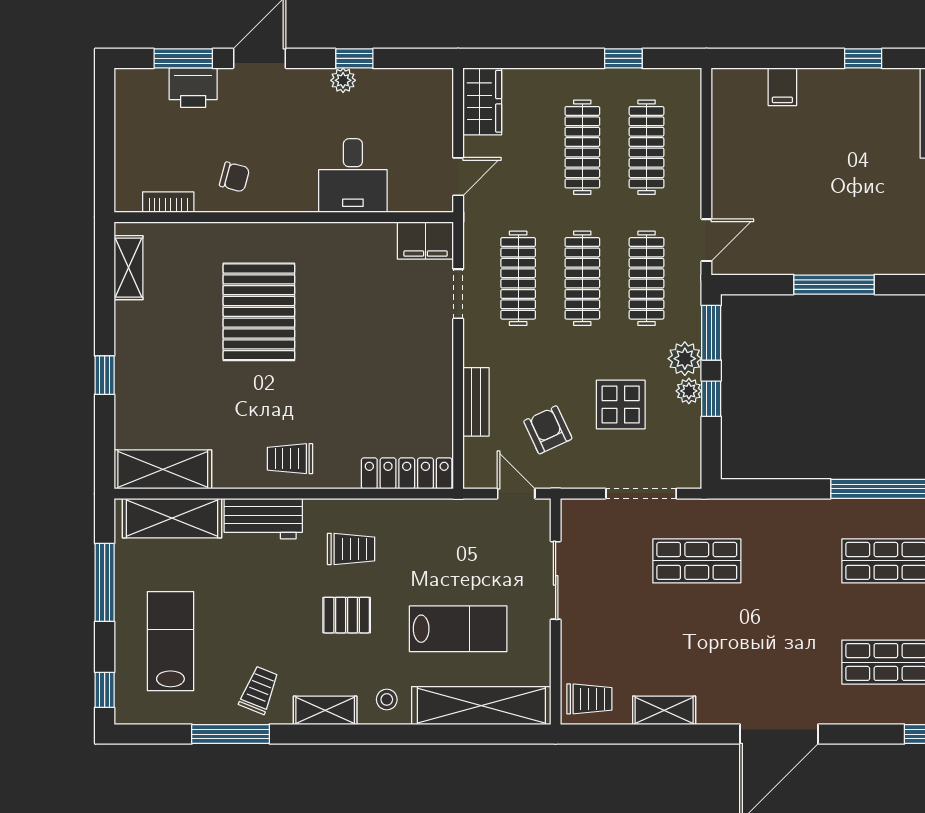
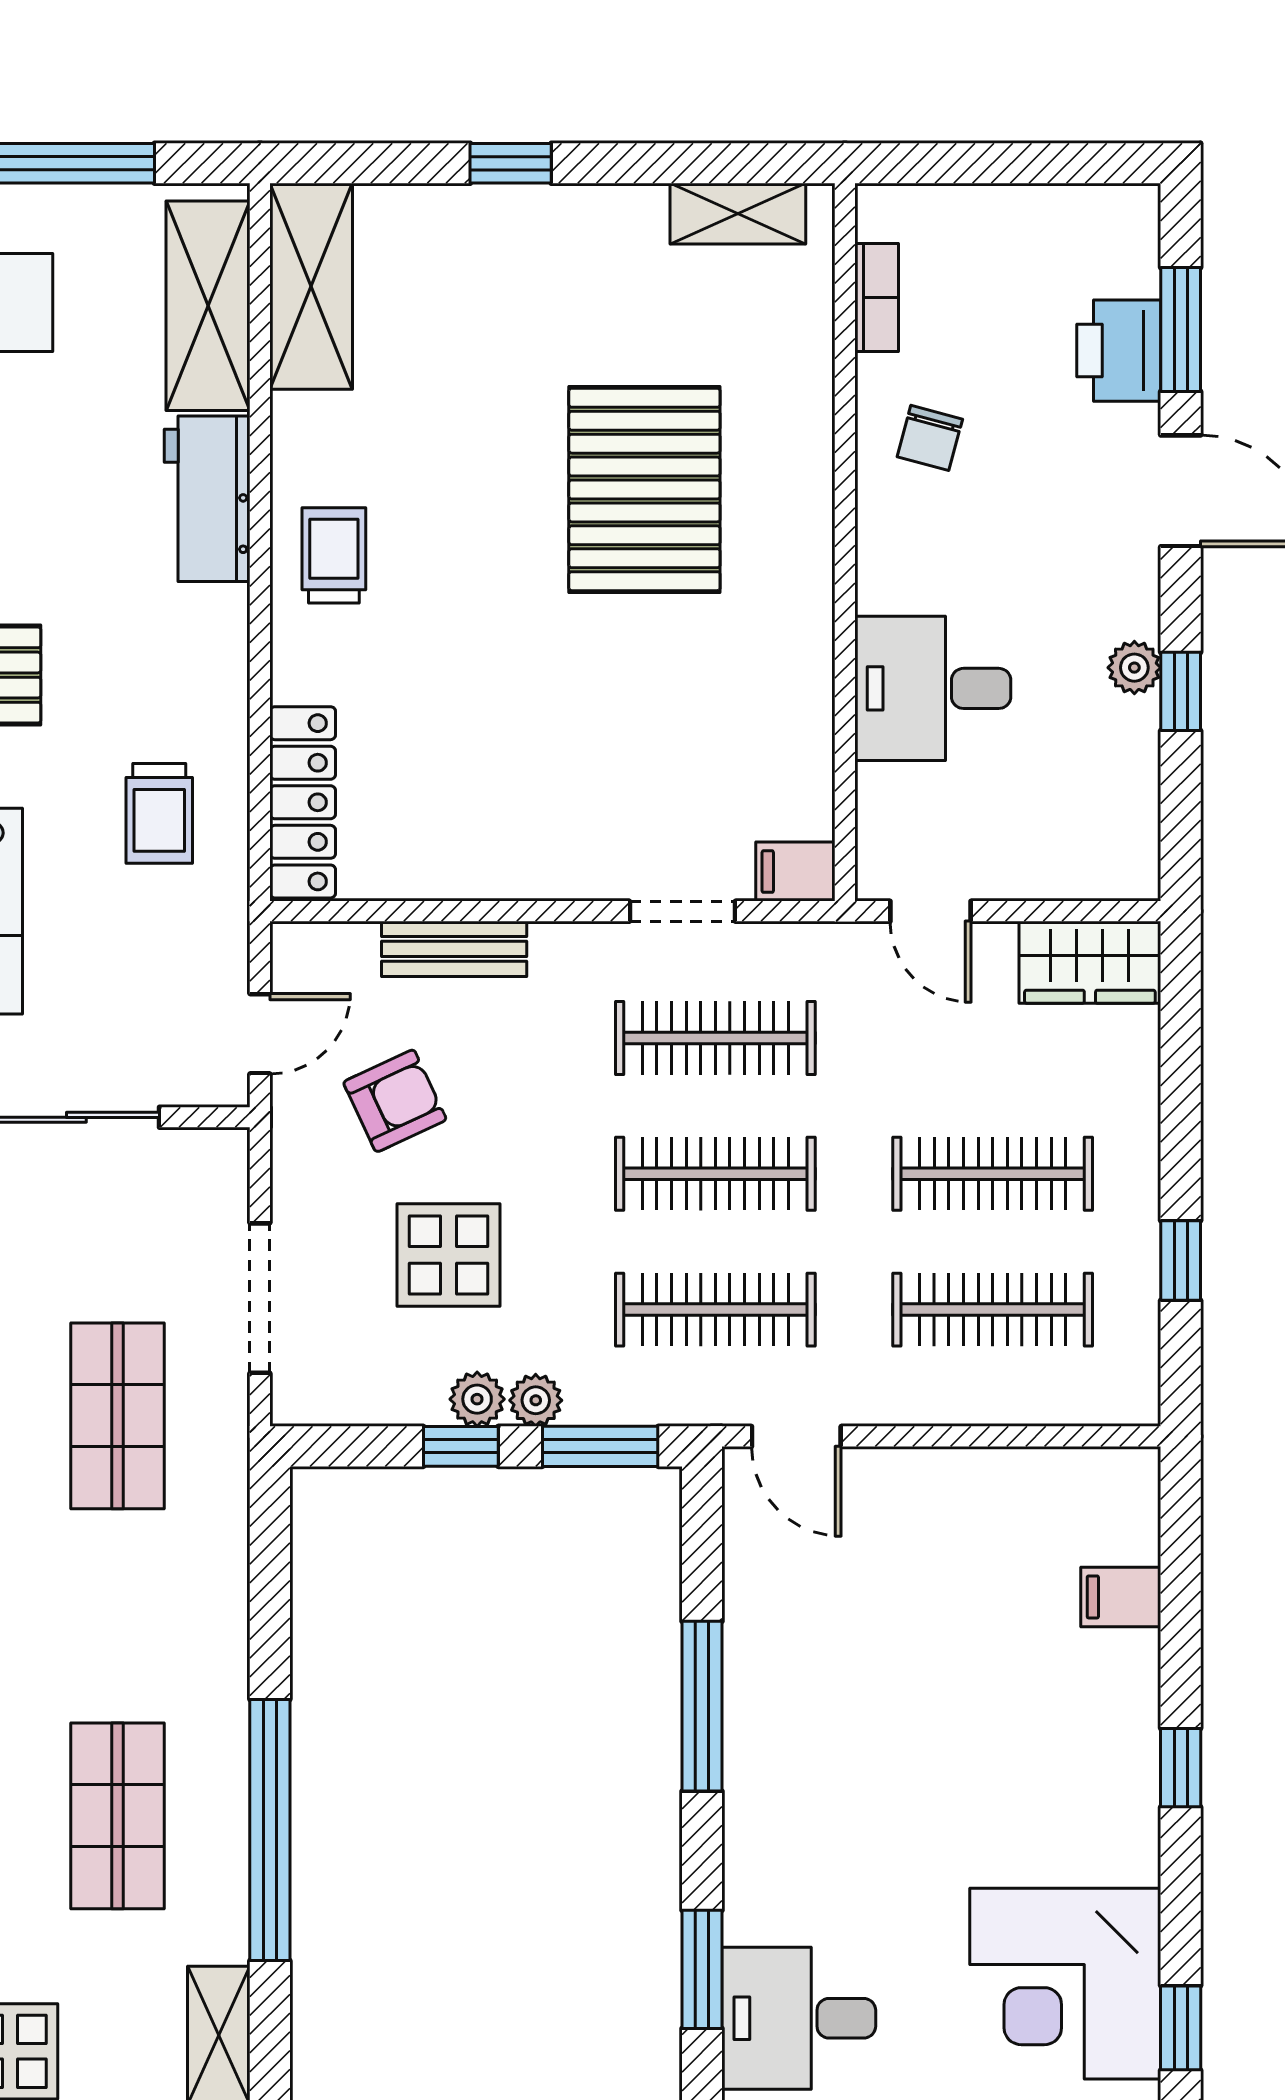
filing cabinet: (425, 240) -> (795, 872), width x0.50
pallet: (259, 312) -> (644, 489), turned 90
plant: (685, 359) -> (536, 1400), width x0.73, depth x0.73
trolley: (351, 549) -> (159, 813), moved

